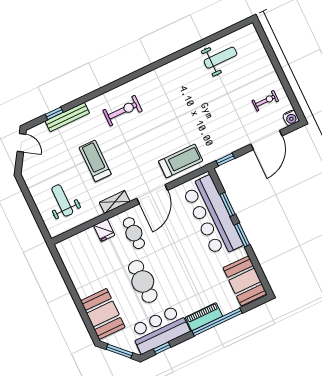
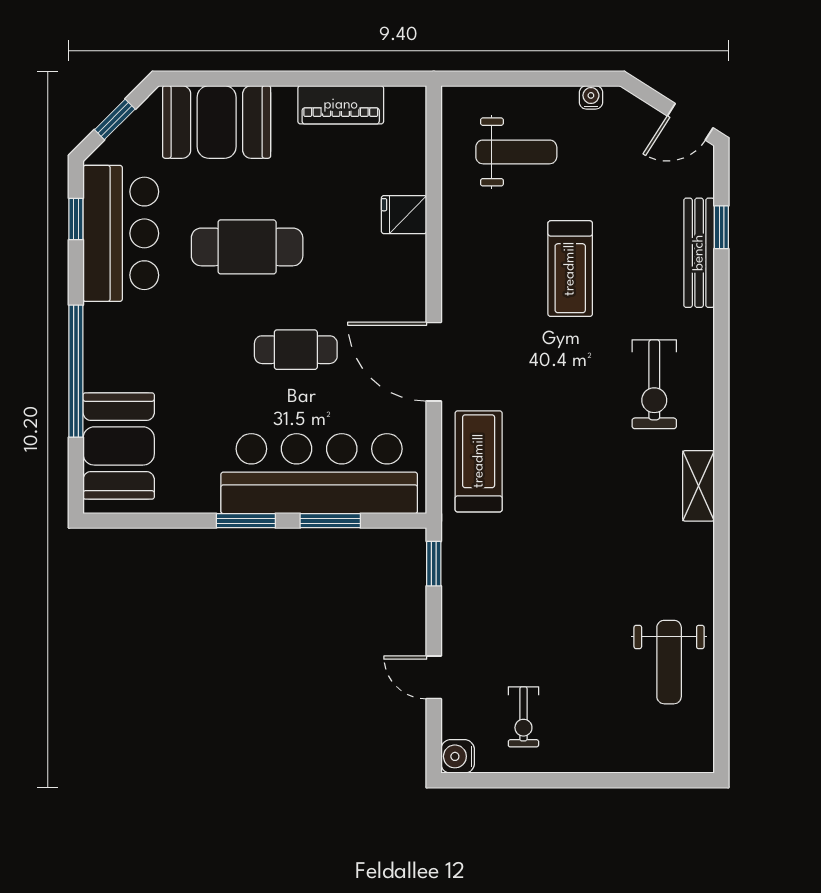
door: (266, 140) -> (434, 677), width x0.53
treadmill: (95, 161) -> (570, 269), turned 90
treadmill: (181, 161) -> (479, 461), turned 180
water cooler: (30, 183) -> (591, 97), added
shelving: (115, 202) -> (699, 486), moved
cafe table: (134, 233) -> (296, 350), moved
booth: (245, 281) -> (119, 446), moved, turned 90
piano: (204, 317) -> (341, 105), moved, turned 90
window: (119, 351) -> (115, 119), width x0.67

